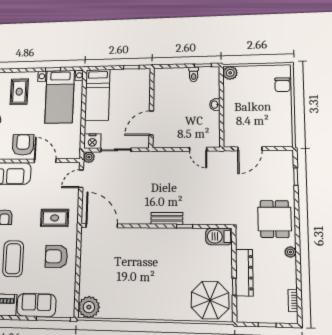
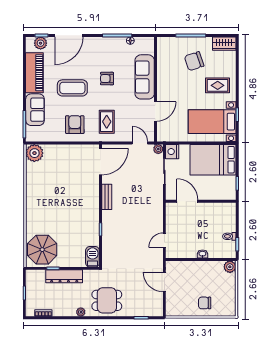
chair: (282, 85) -> (205, 303), moved
bed: (97, 95) -> (213, 160), width x1.50
armchair: (23, 145) -> (170, 91), removed
bench: (167, 218) -> (107, 197), moved

